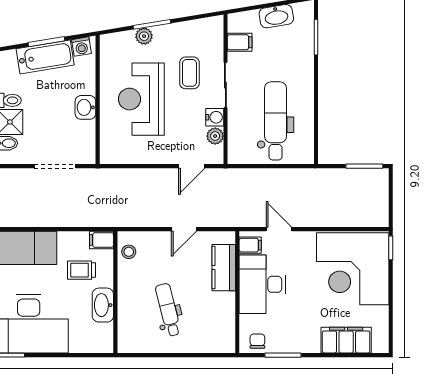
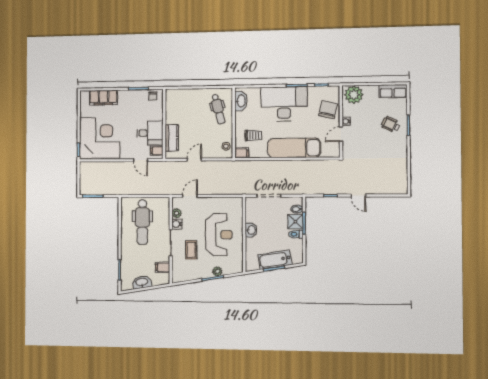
washing machine: (81, 47) -> (254, 266), removed
desk: (262, 284) -> (150, 133), width x0.73
washbasin: (103, 305) -> (241, 101), moved
dental chair: (168, 310) -> (218, 109), moved

